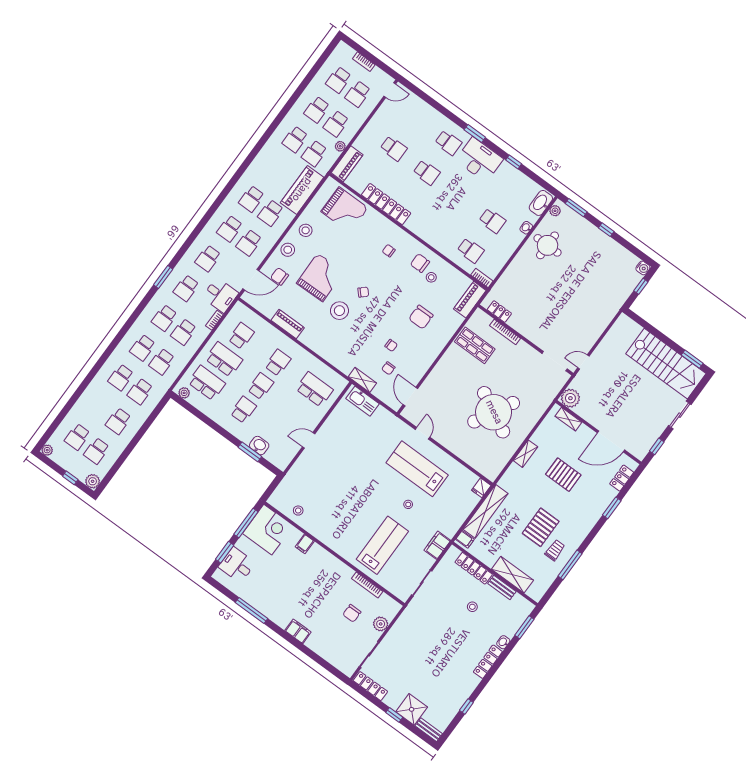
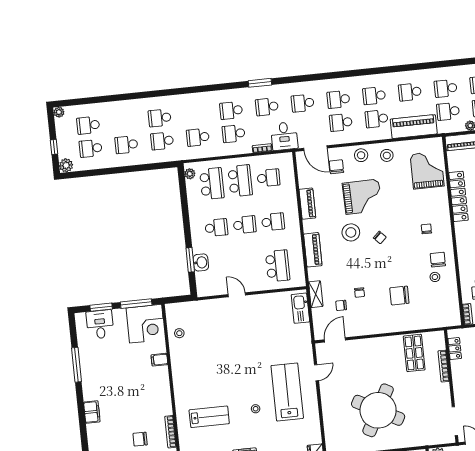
grand piano: (344, 210) -> (427, 170), turned 180
piano: (470, 300) -> (313, 250), moved, turned 90
school desk: (143, 348) -> (410, 92), moved
lab bench: (382, 545) -> (209, 417), width x0.73, depth x0.72

